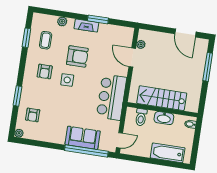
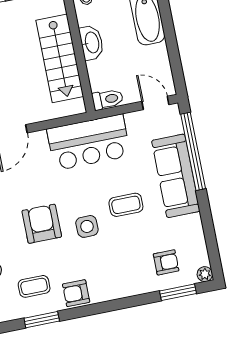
armchair: (45, 72) -> (76, 293), moved, turned 180
window: (17, 96) -> (178, 292), moved
coffee table: (71, 105) -> (126, 205), added
toilet: (141, 117) -> (108, 99), moved
sofa: (83, 138) -> (176, 176), width x1.36

